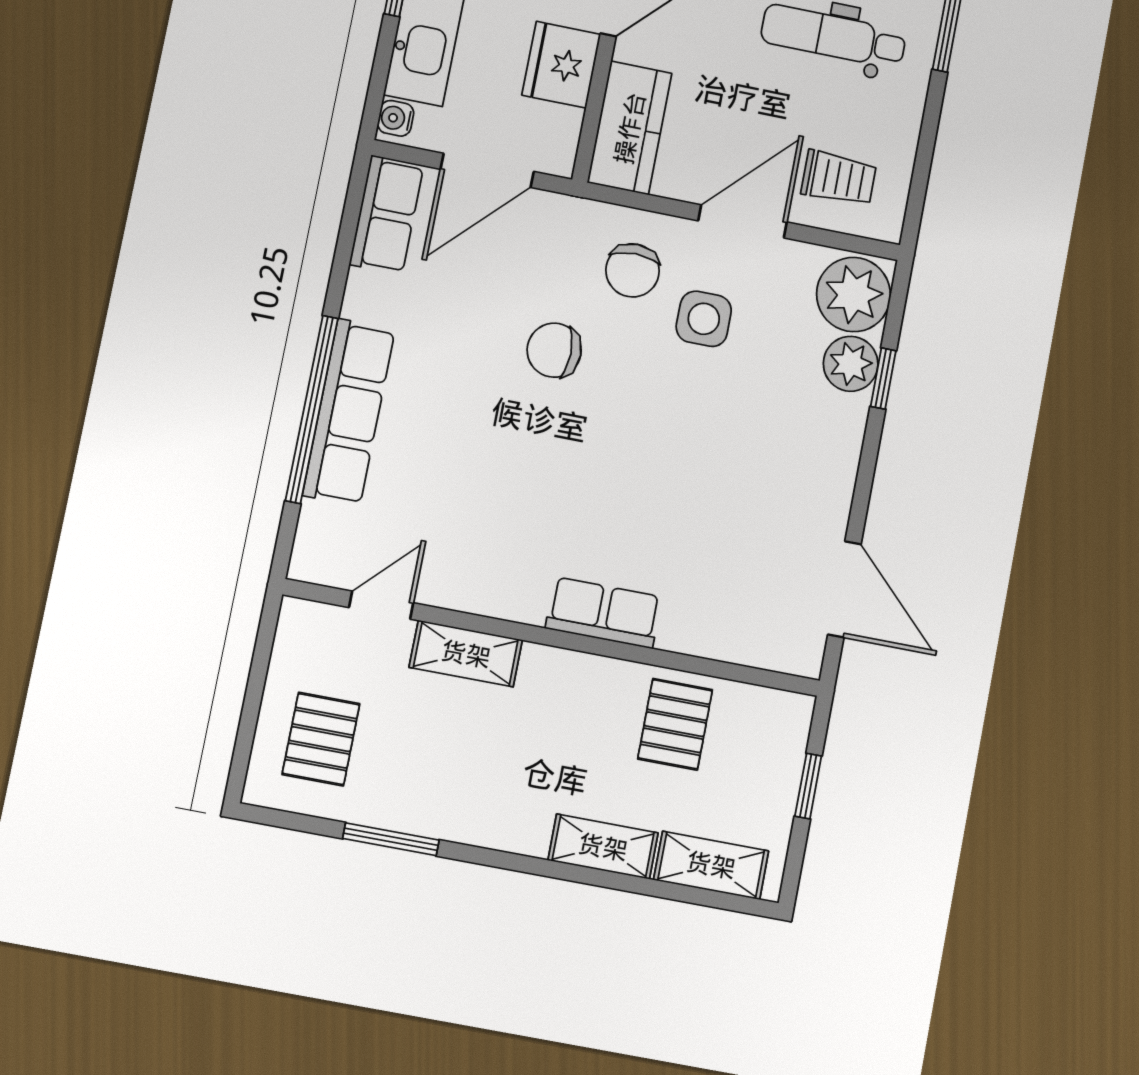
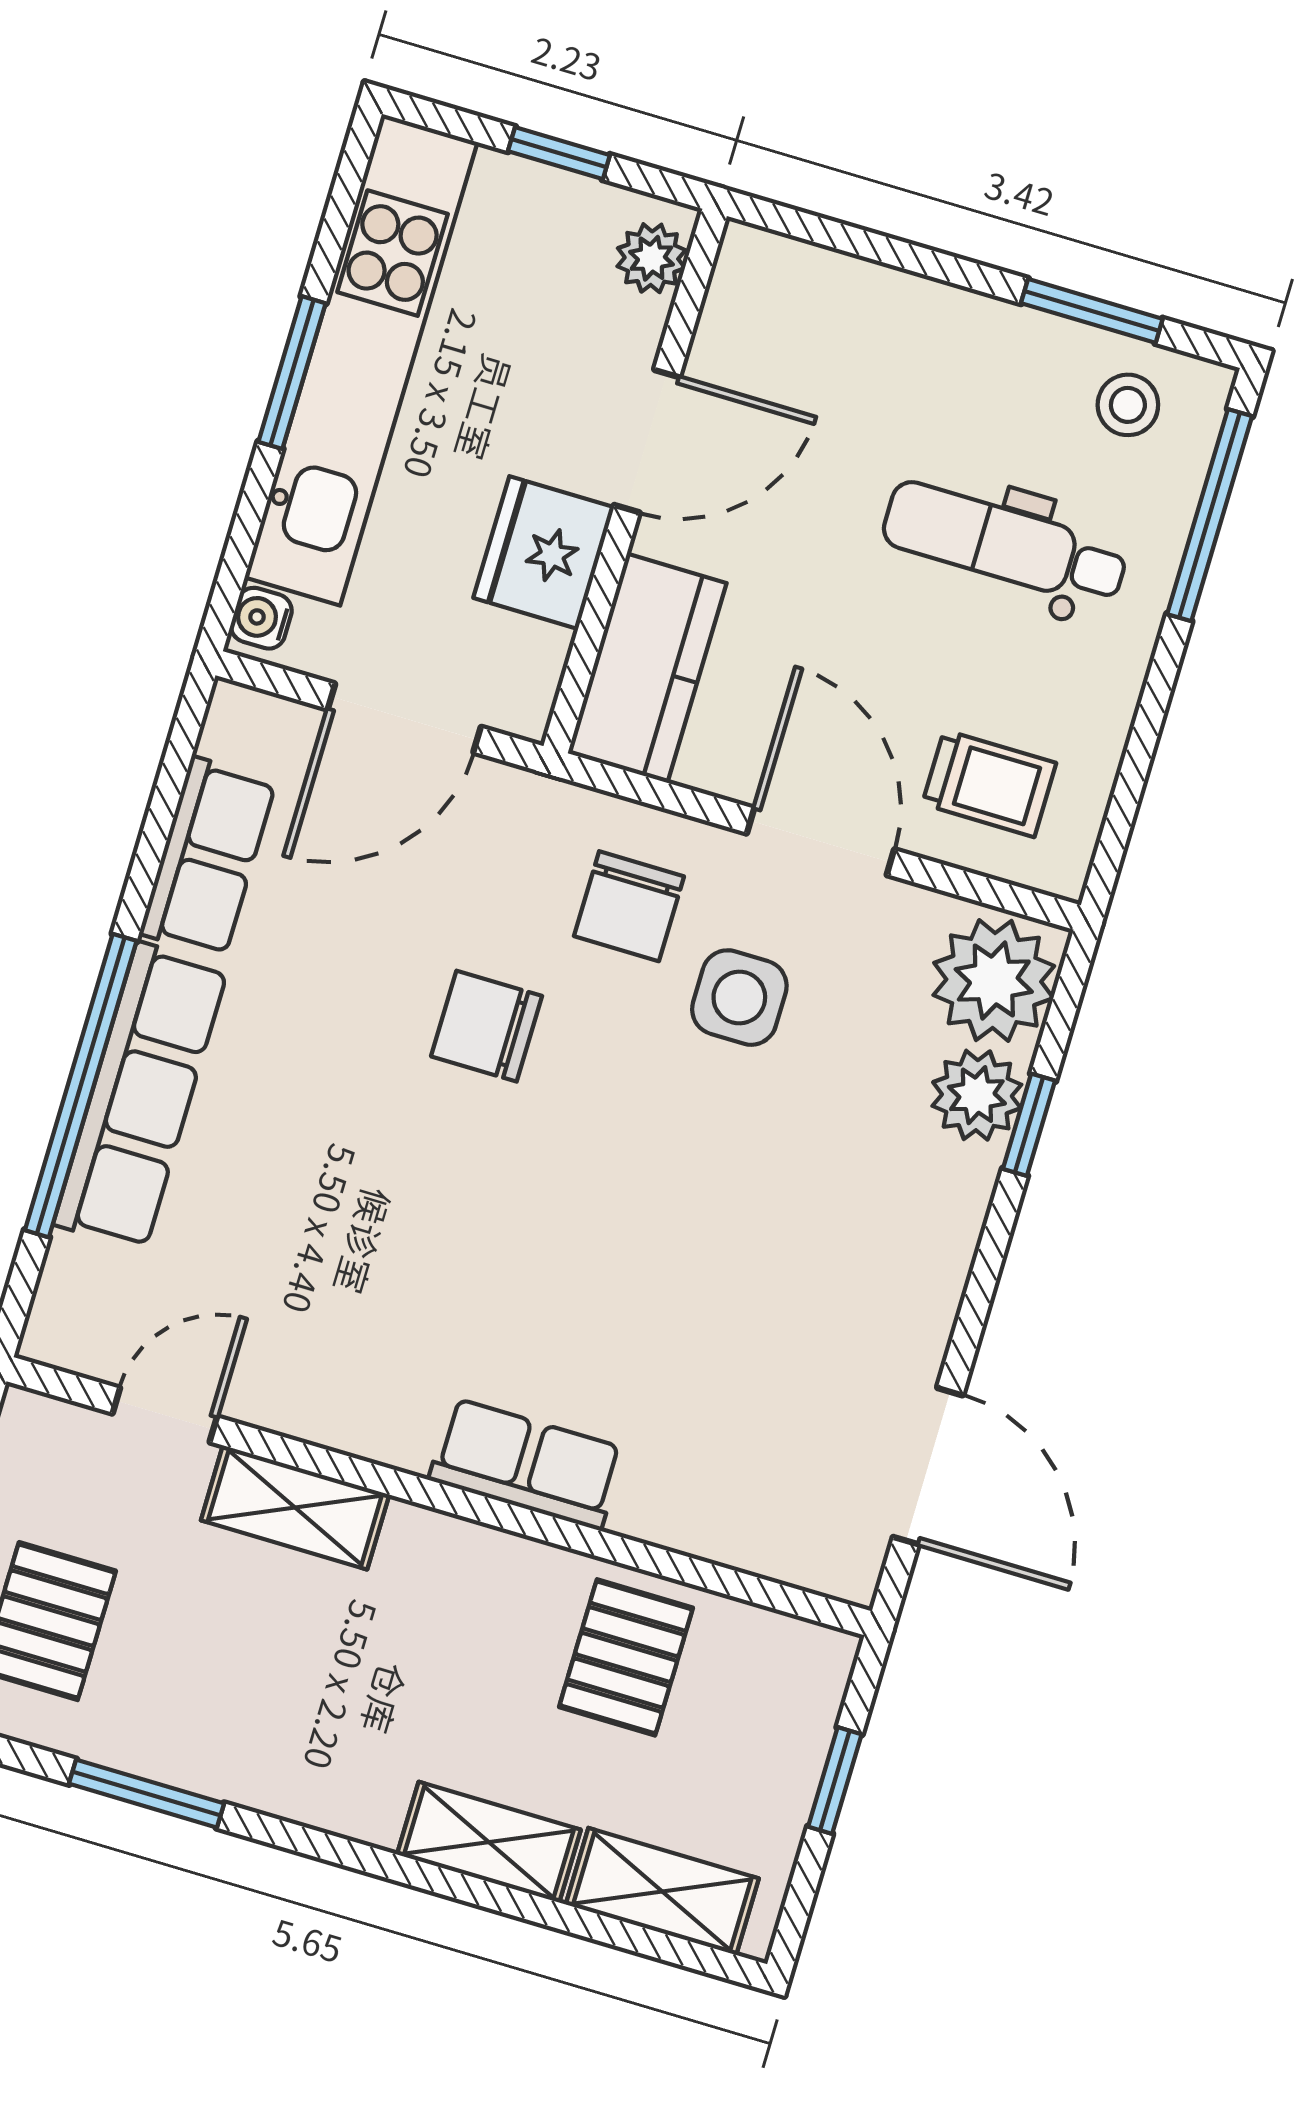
row of seats: (387, 215) -> (208, 857), moved
door: (743, 221) -> (820, 841), hinge flipped

